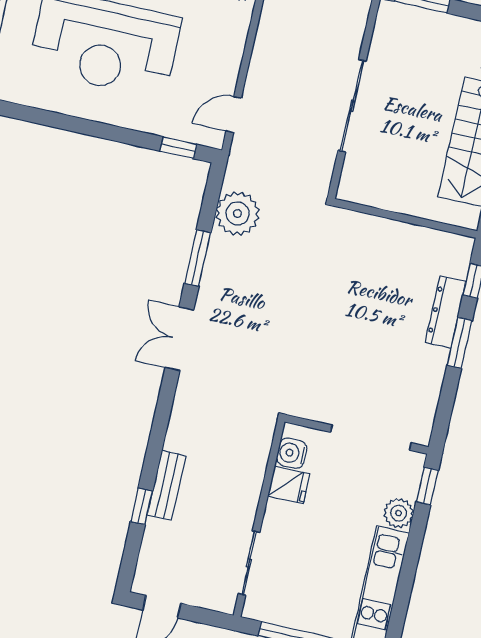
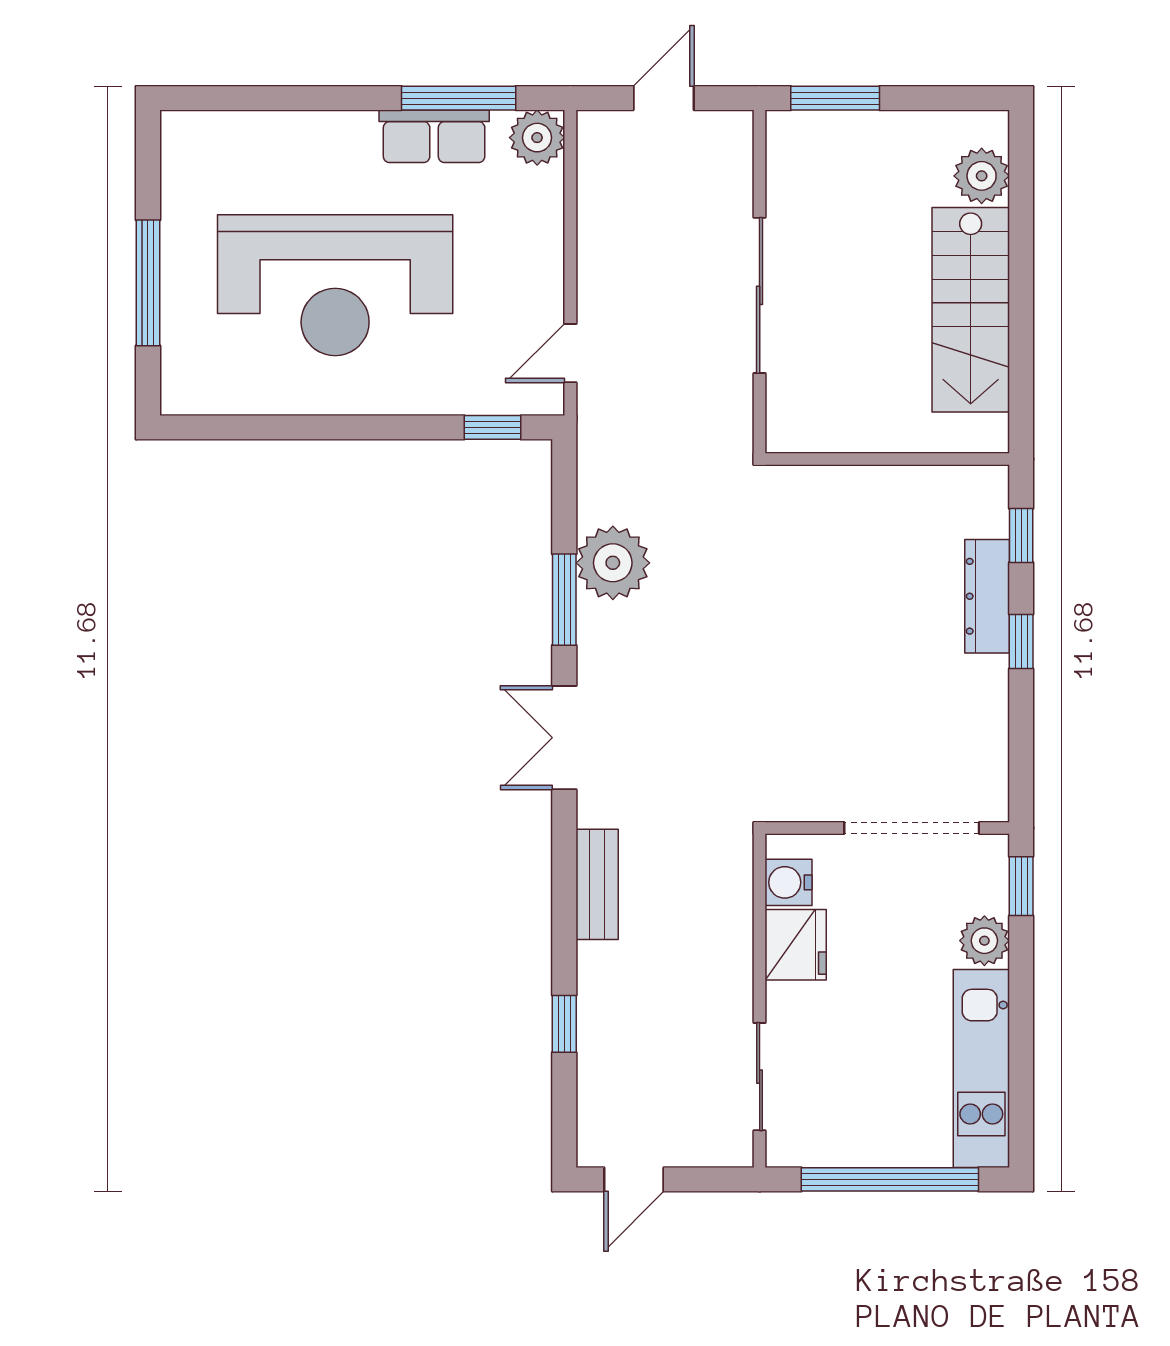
plant: (238, 214) -> (613, 563), moved
window: (460, 343) -> (1021, 642), width x0.67
bench: (167, 485) -> (597, 884), moved
fridge: (289, 485) -> (796, 945), width x1.38

